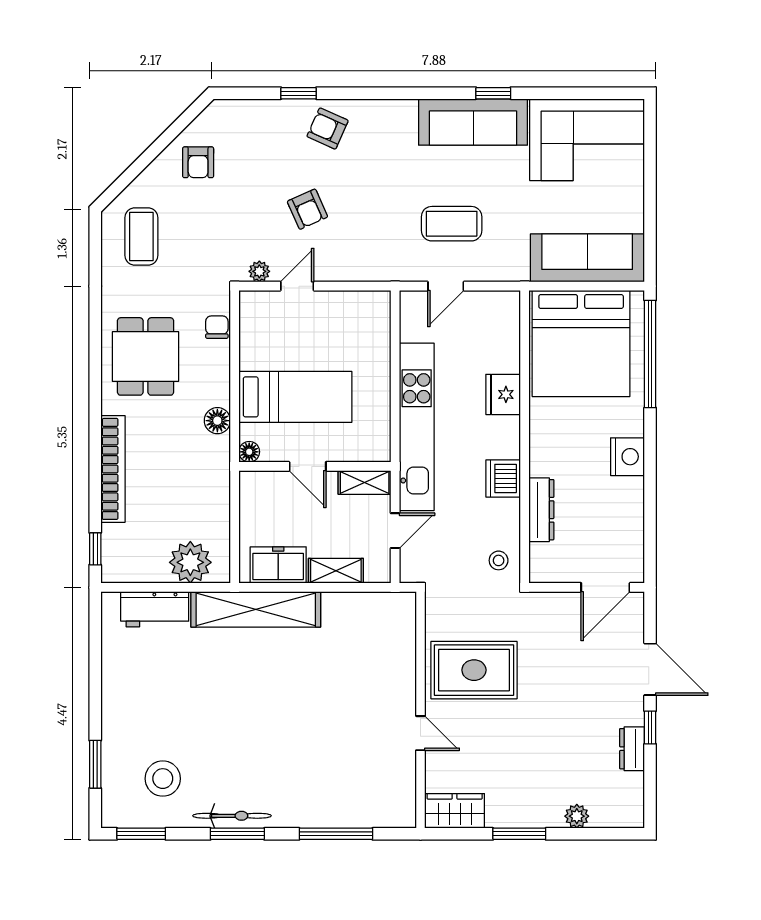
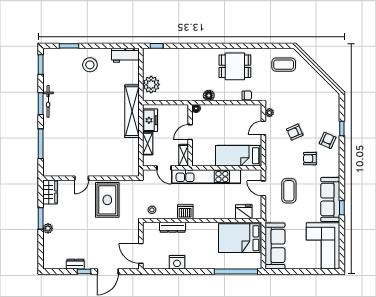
armchair: (198, 162) -> (310, 159), moved
door: (297, 286) -> (263, 128), swing flipped
bed: (581, 343) -> (240, 238), width x0.73
fridge: (503, 394) -> (244, 212), moved
bed: (295, 397) -> (239, 156), moved, turned 90
nightstand: (627, 457) -> (177, 262), moved
bookcase: (113, 469) -> (189, 53), removed
workbench: (155, 609) -> (125, 55), moved, turned -90
stool: (163, 779) -> (90, 65), moved
plant: (577, 816) -> (48, 228), moved

